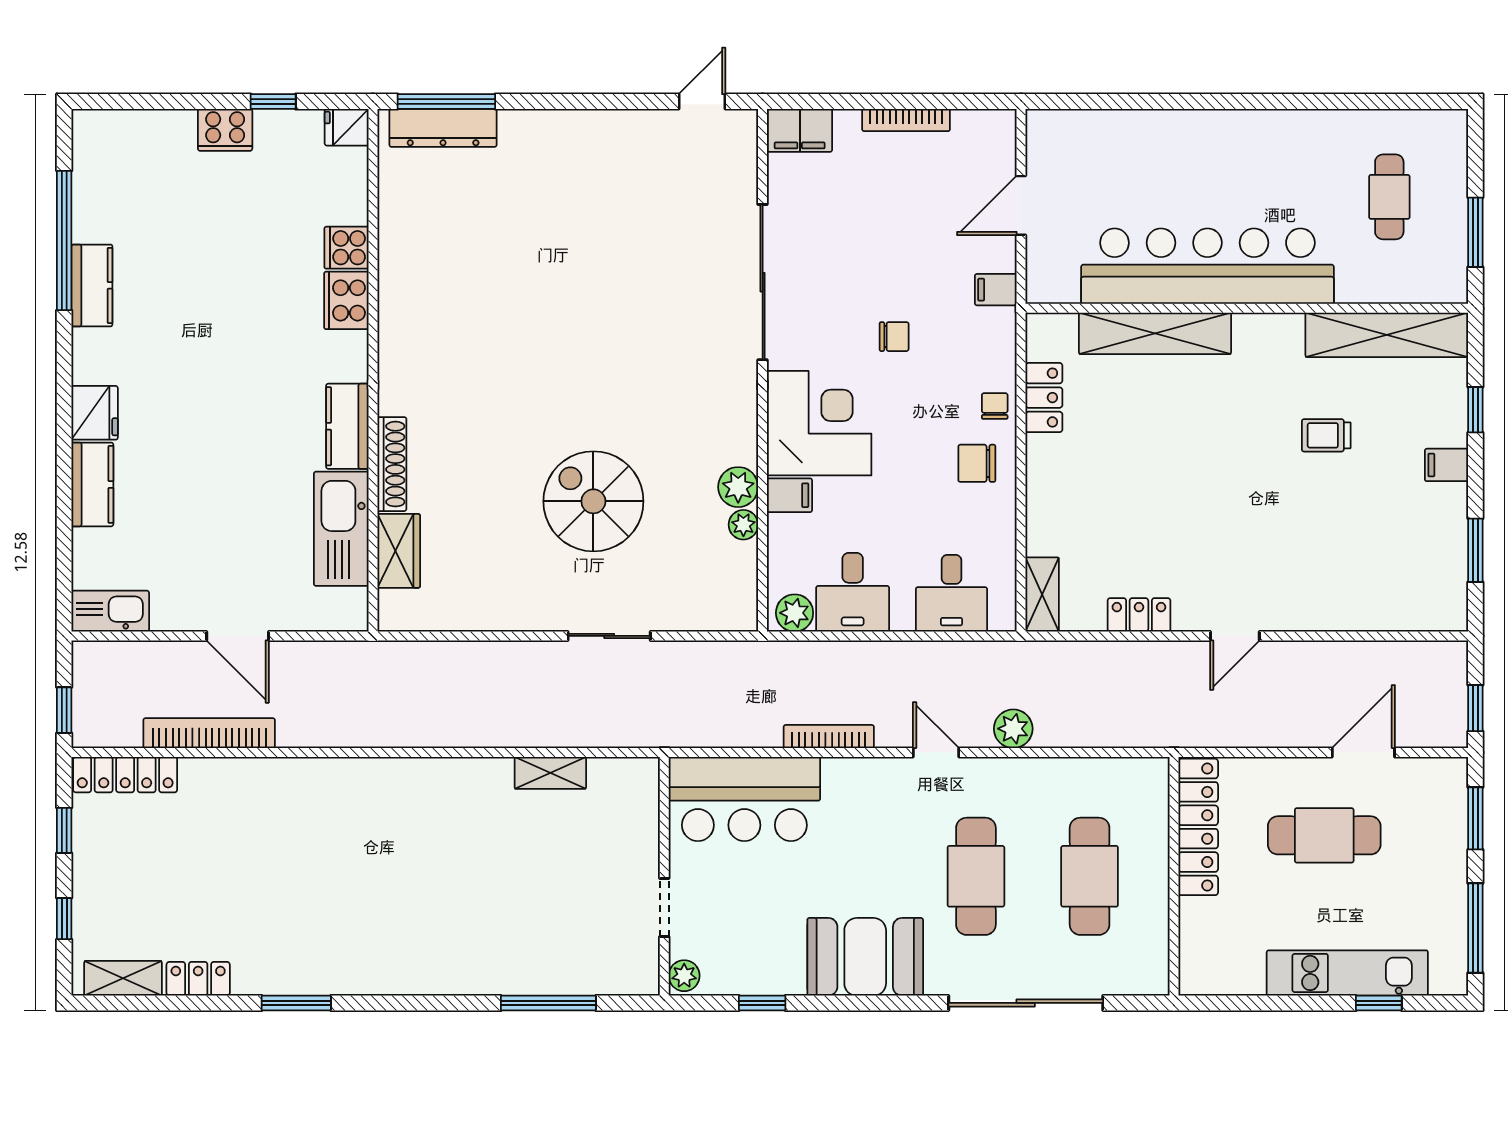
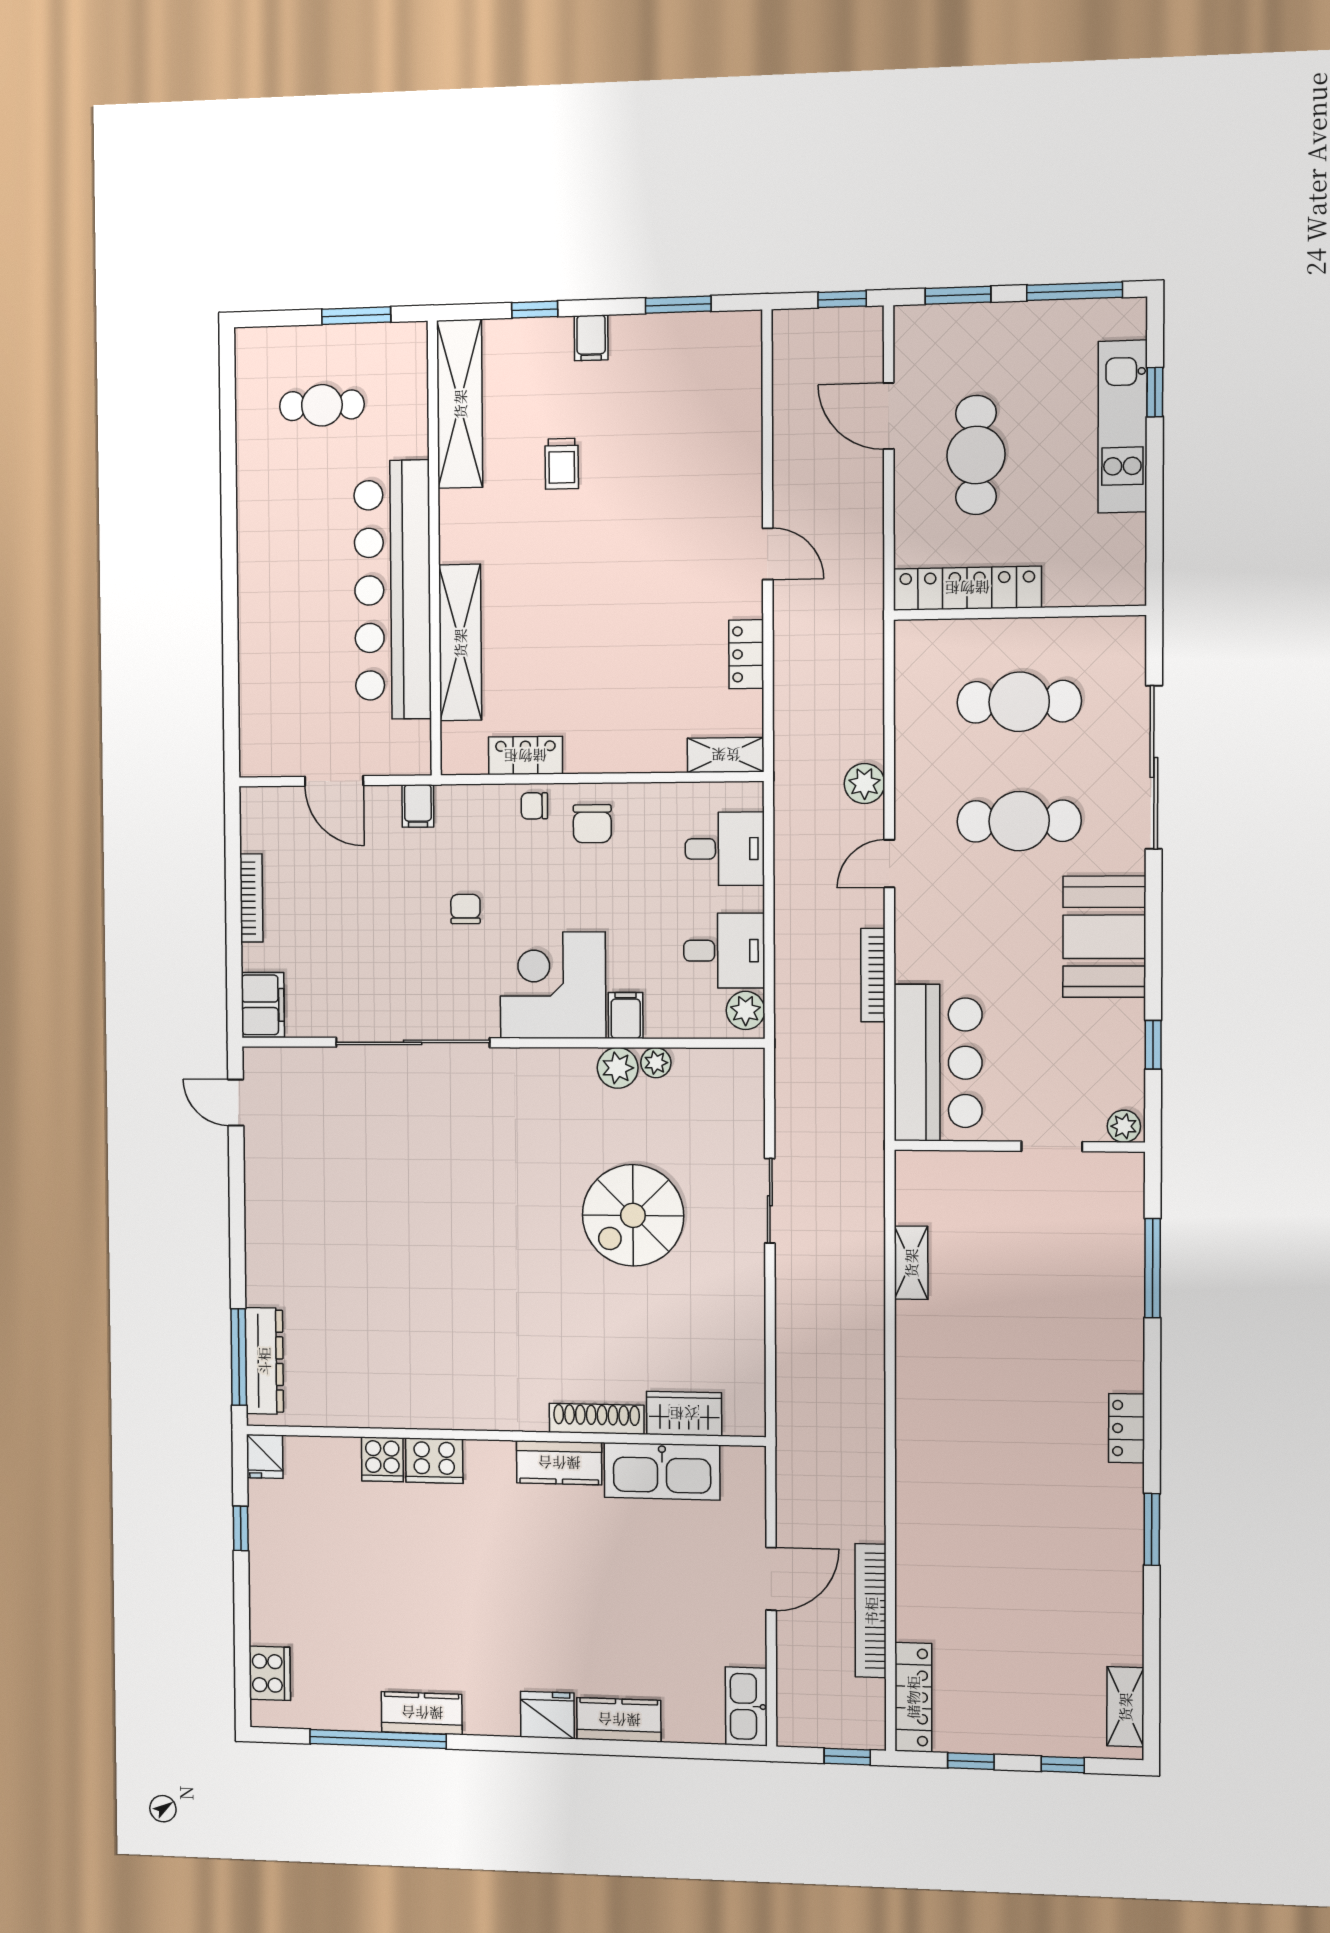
cooker: (225, 130) -> (270, 1673), moved
locker: (198, 979) -> (1127, 1428), moved

